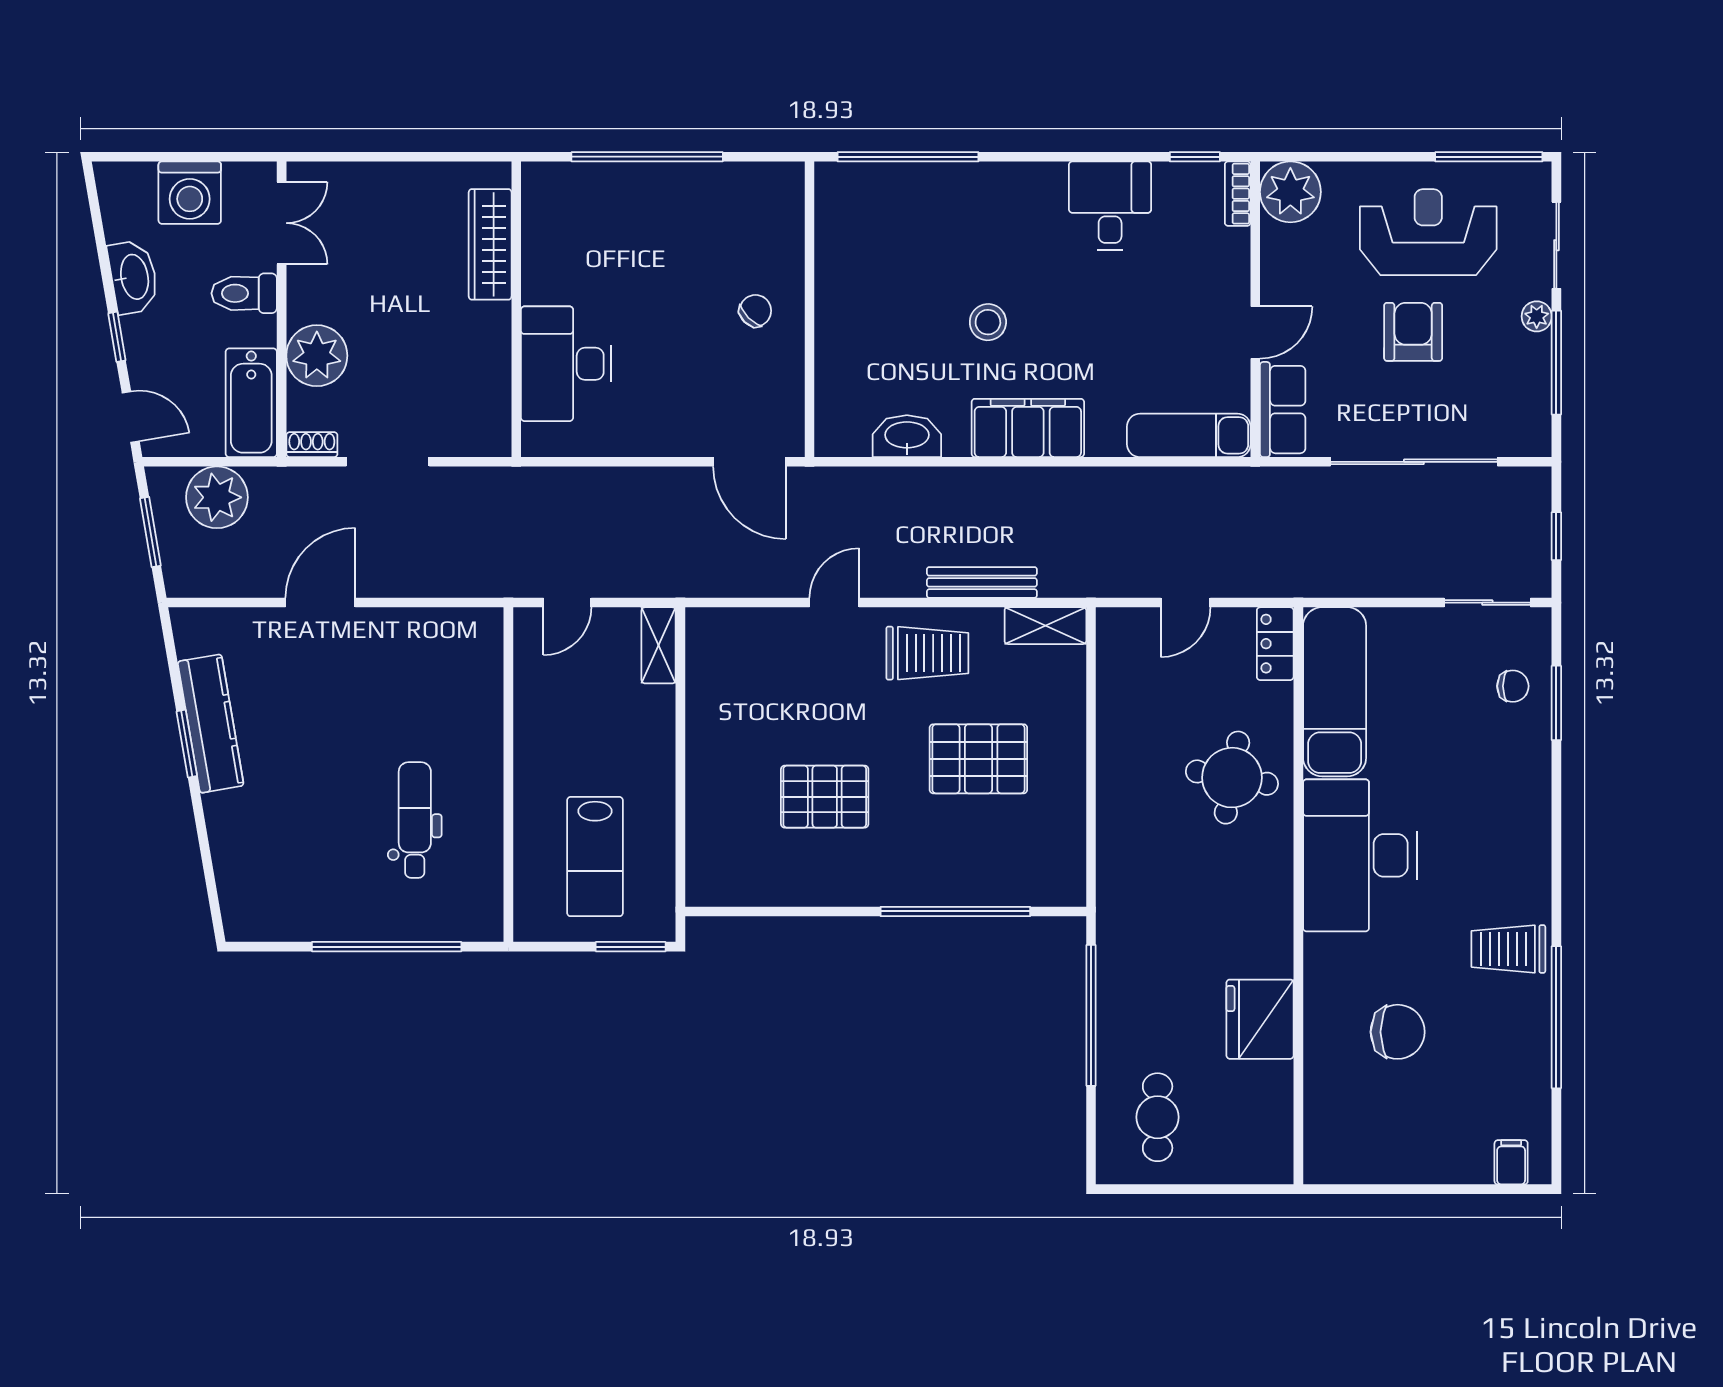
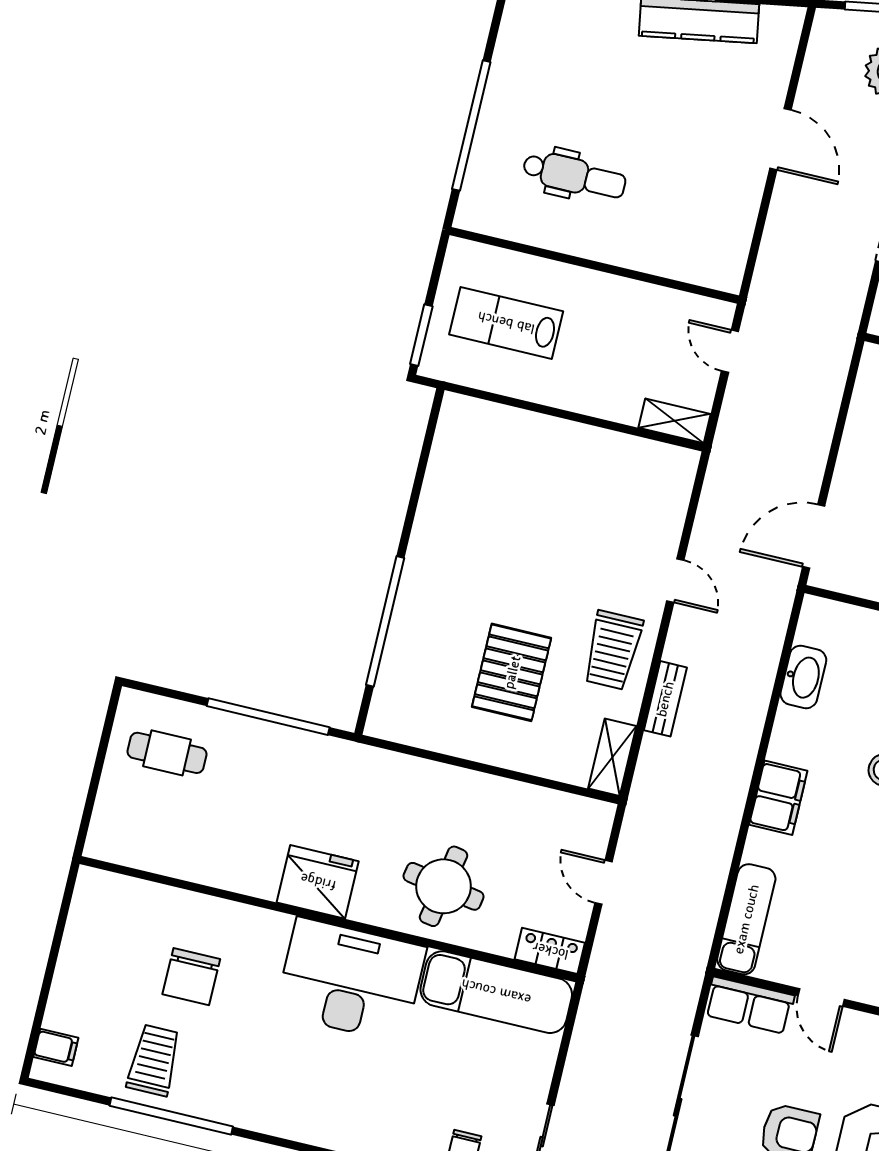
filing cabinet: (1028, 428) -> (778, 798), width x0.67, depth x0.86
bench: (982, 582) -> (665, 699), width x0.73
pallet: (825, 797) -> (511, 533), removed
trolley: (1508, 949) -> (154, 1060), moved
fridge: (1260, 1019) -> (318, 882), moved

